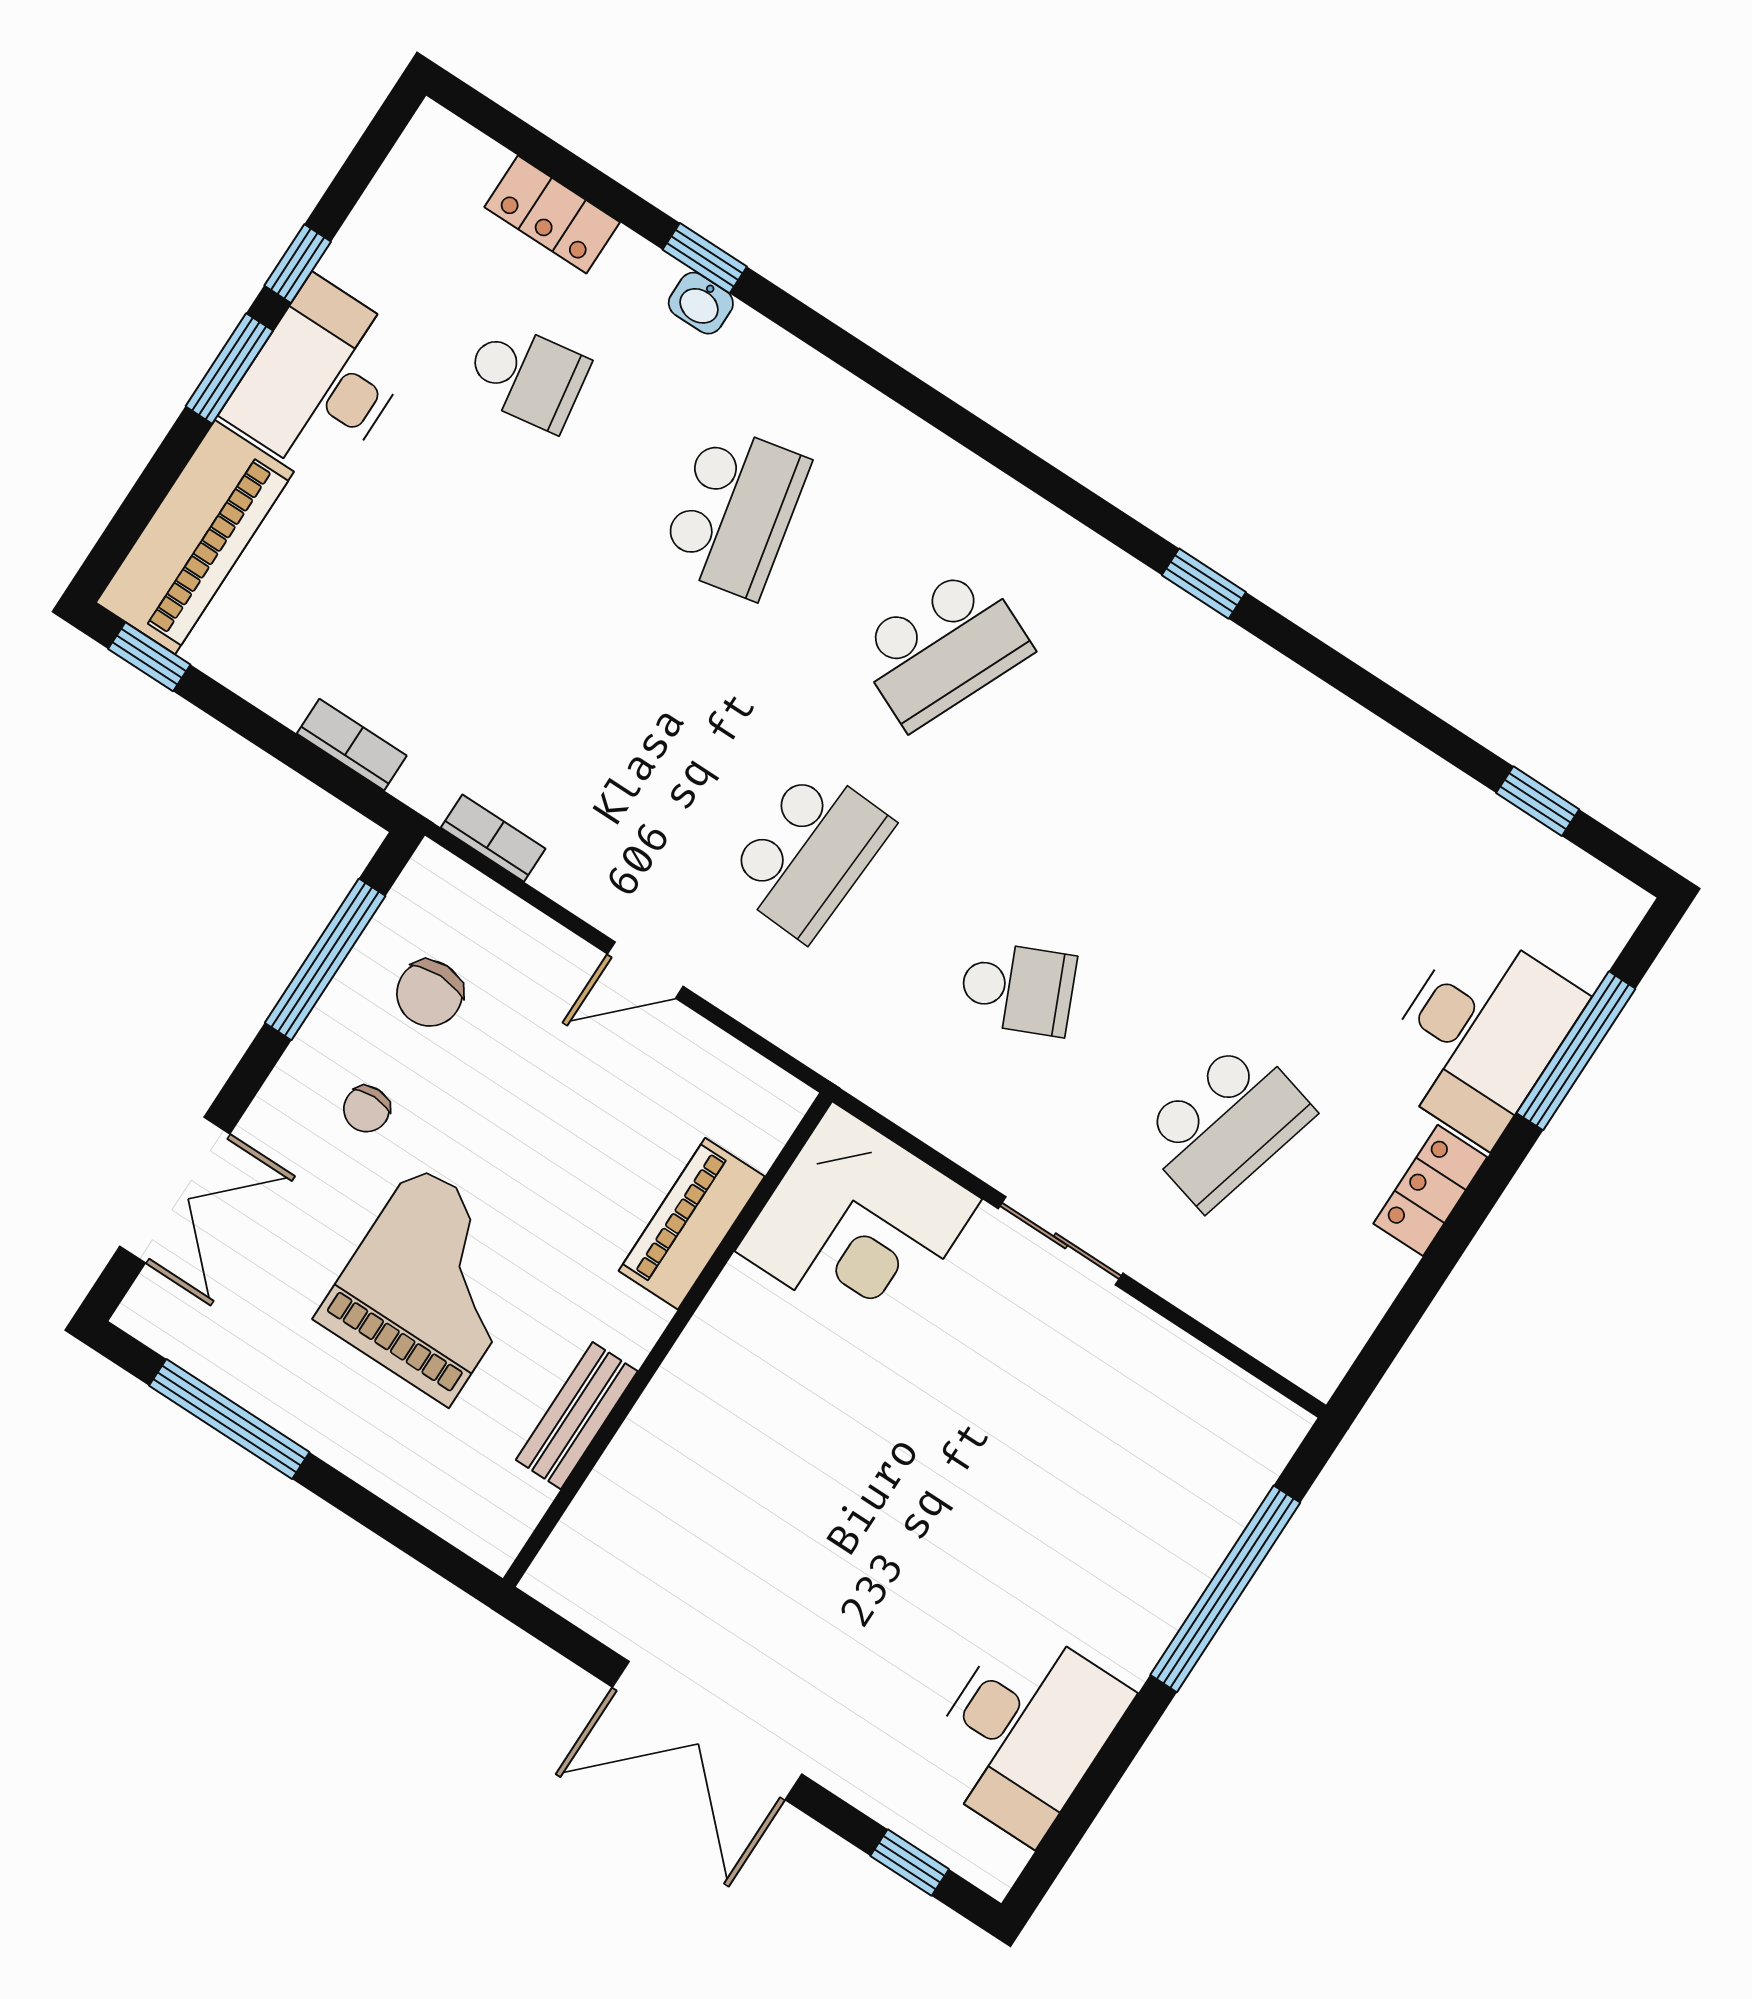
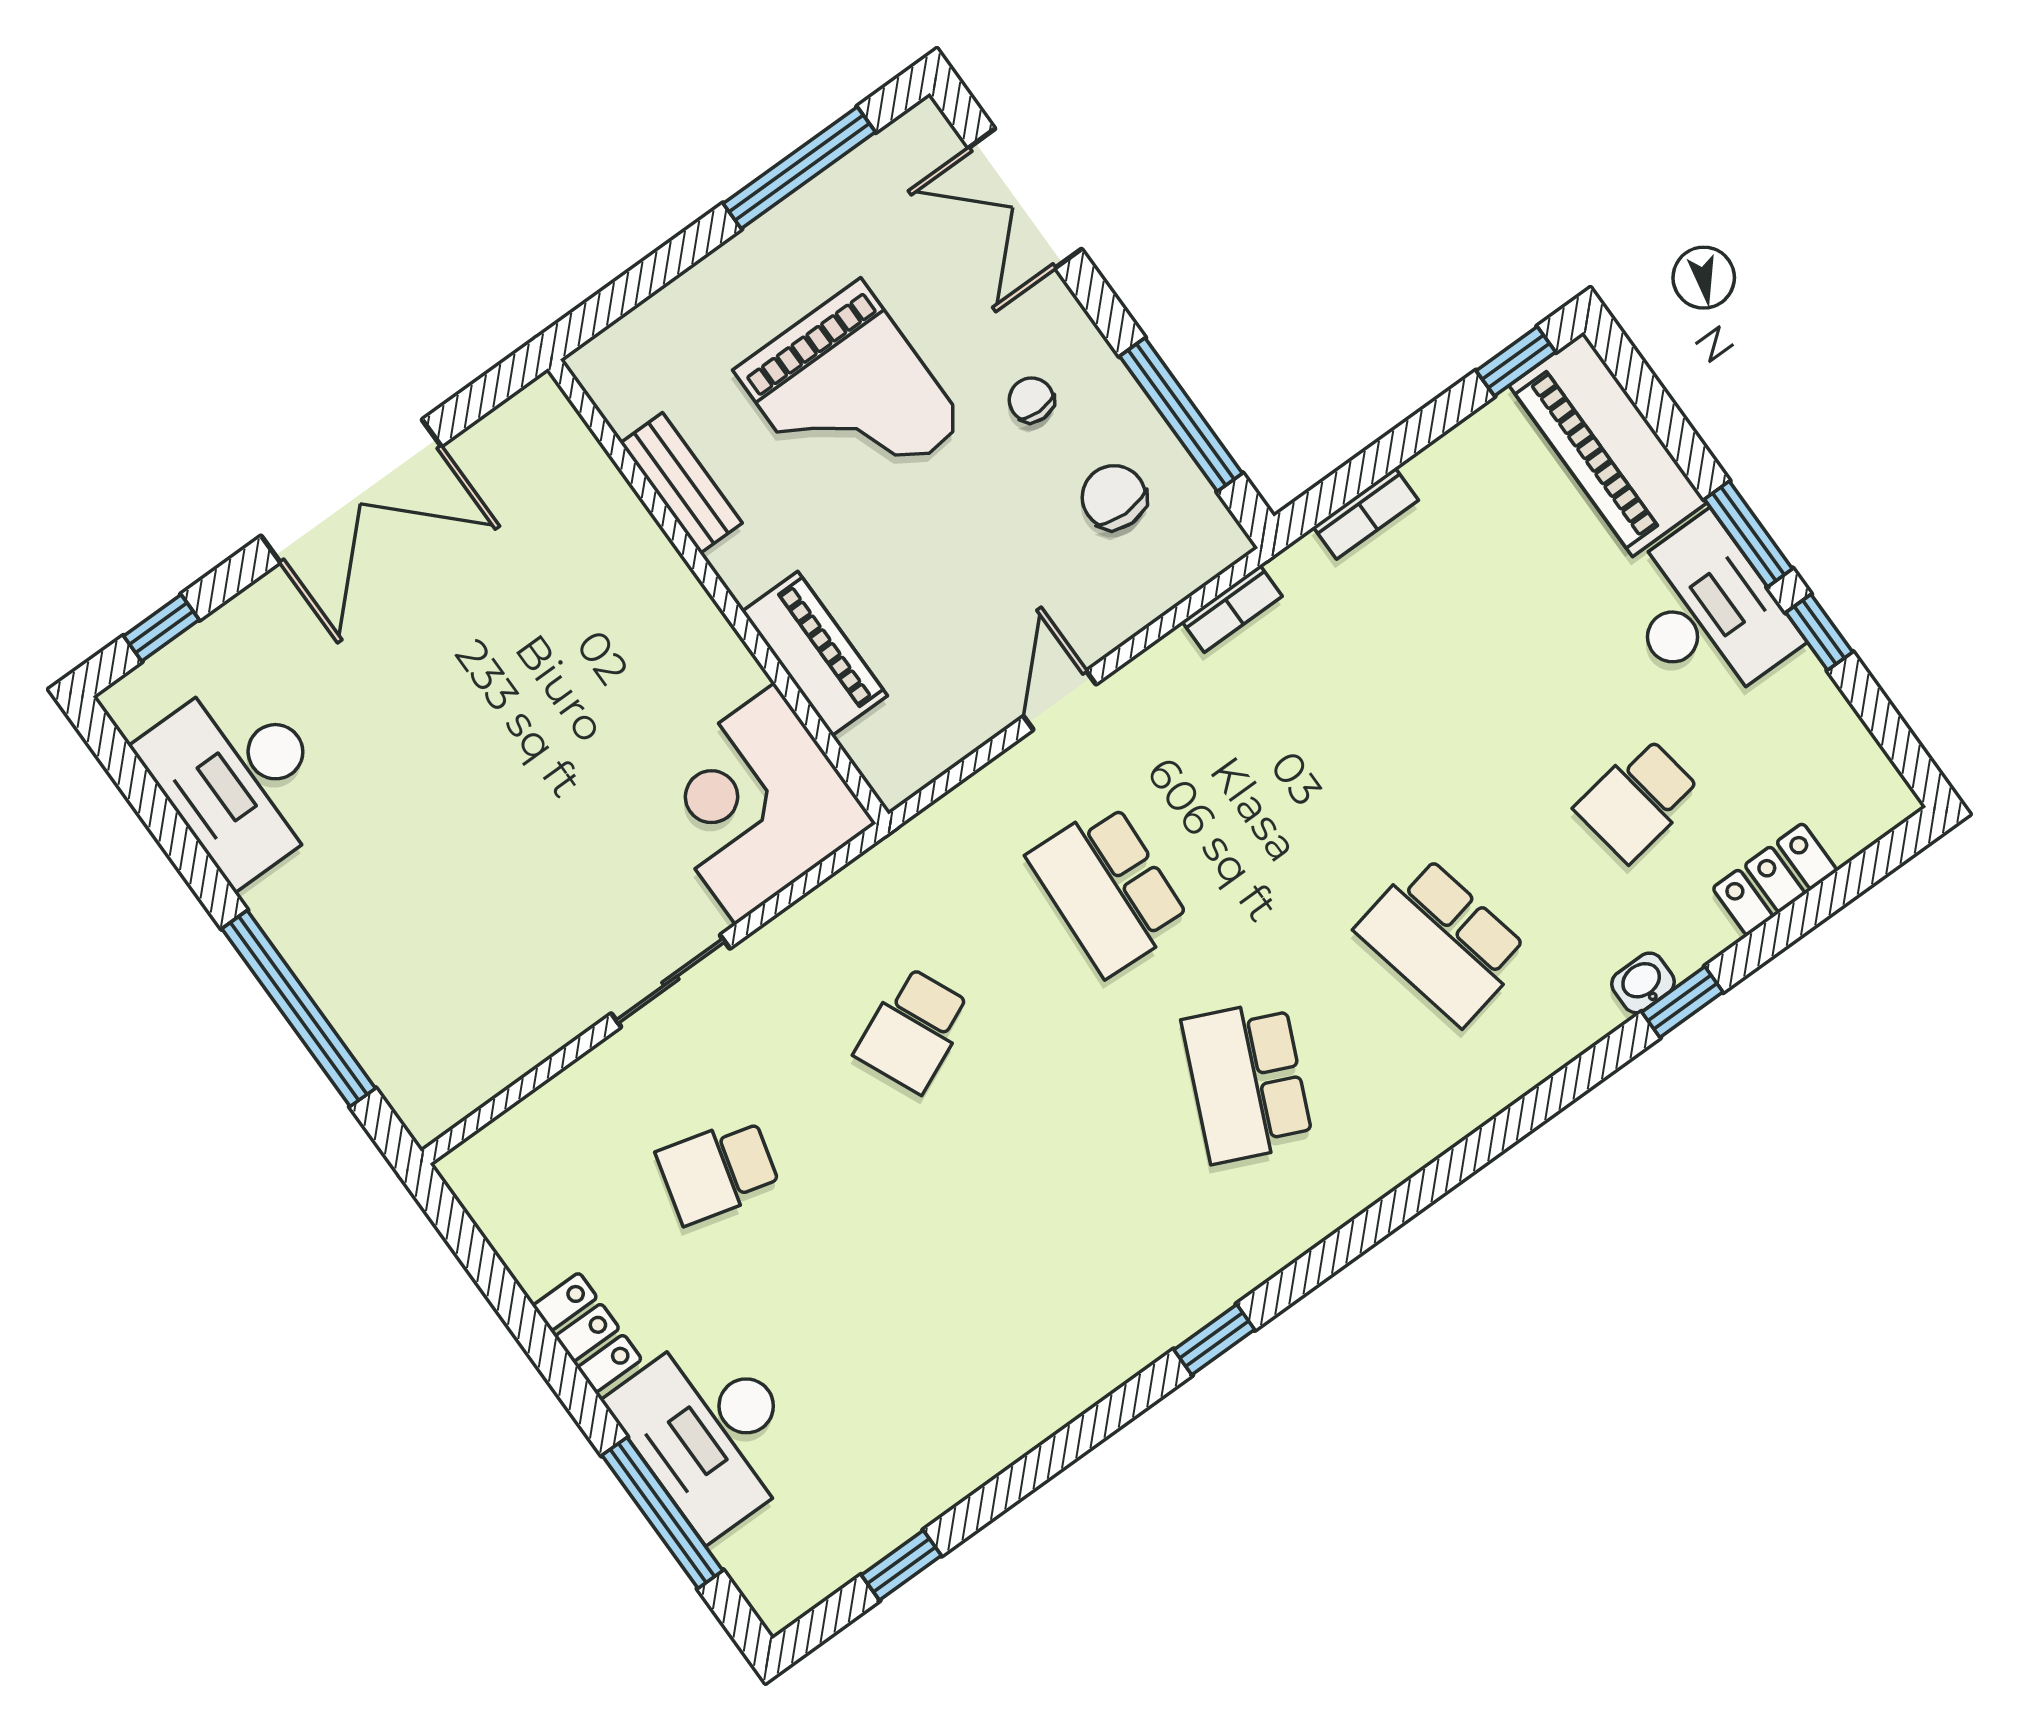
school desk: (1226, 1124) -> (718, 1171), width x0.54
double door: (707, 1731) -> (351, 491), swing flipped

